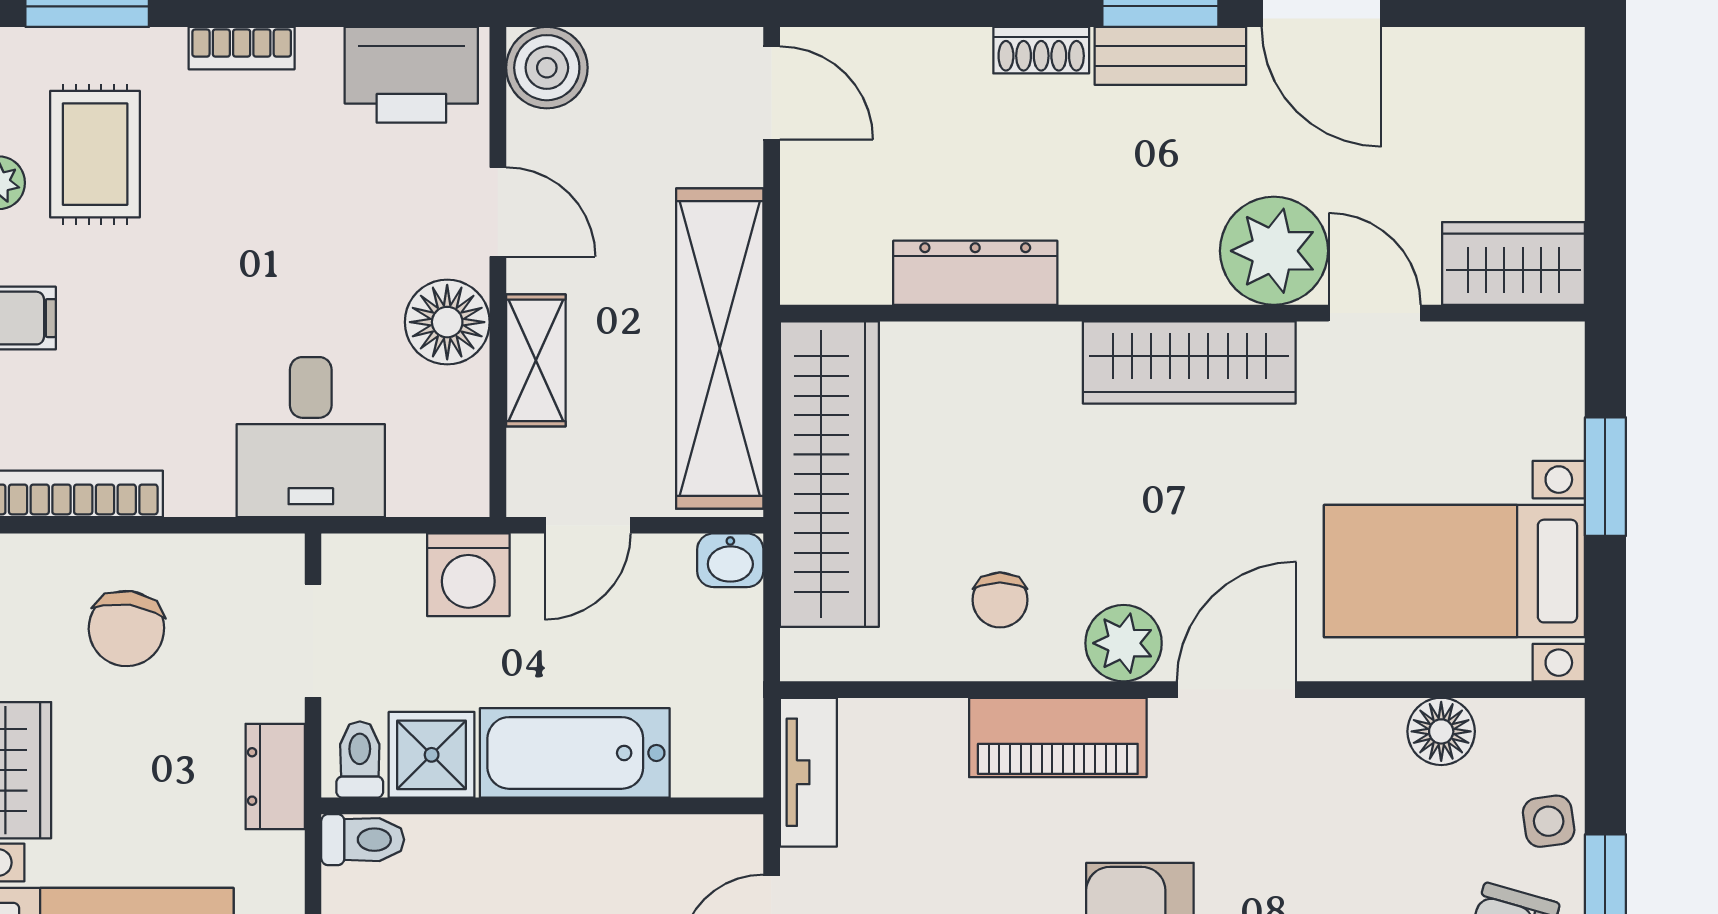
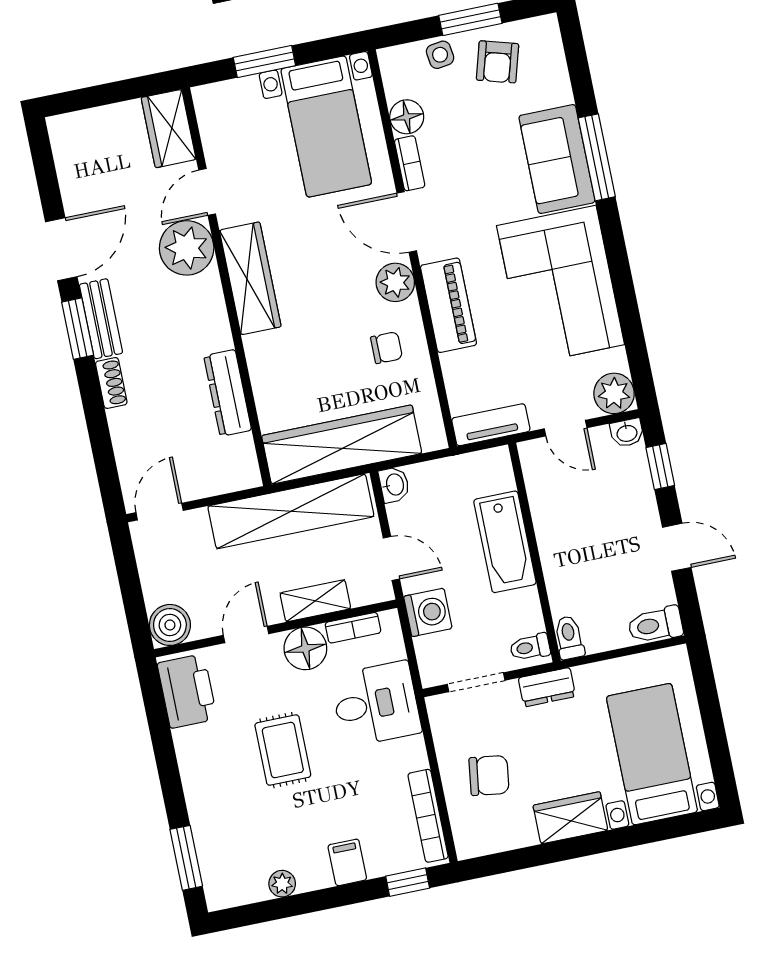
bookcase: (242, 48) -> (353, 628), moved, turned 90
rug: (95, 154) -> (283, 750), moved, turned 90
bookcase: (1350, 719) -> (410, 163), added
shower: (432, 755) -> (520, 612), removed

